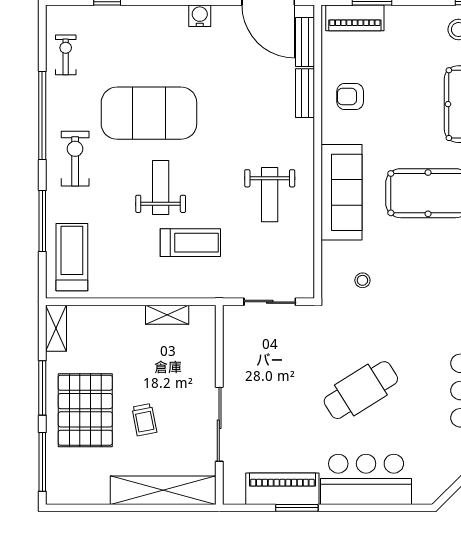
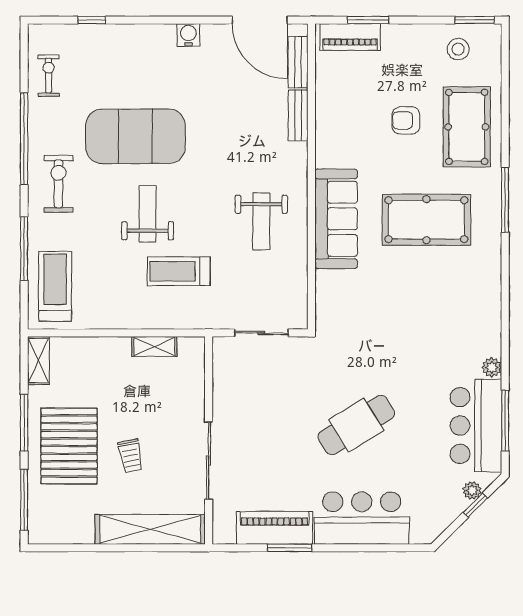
armchair: (350, 97) -> (406, 120), moved
treadmill: (190, 243) -> (179, 271), turned 180
stool: (362, 280) -> (358, 311), removed

